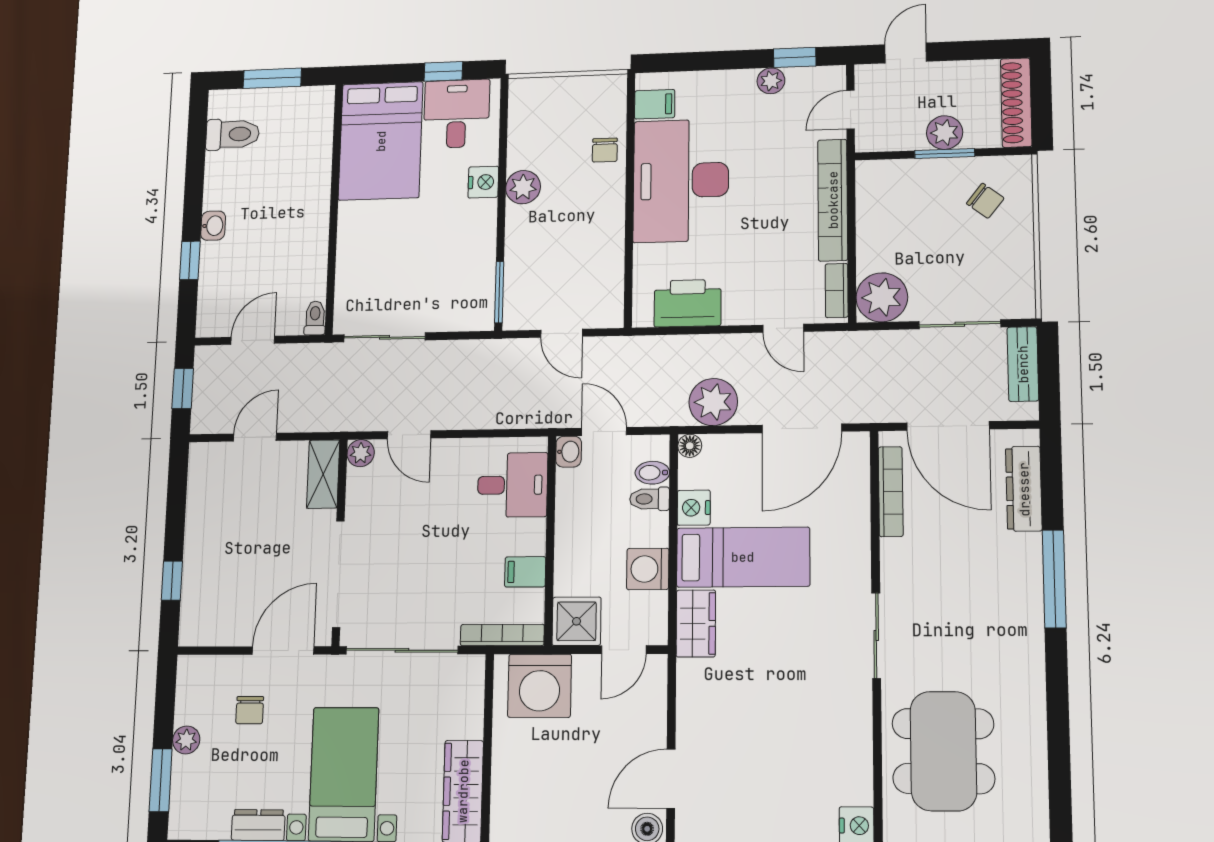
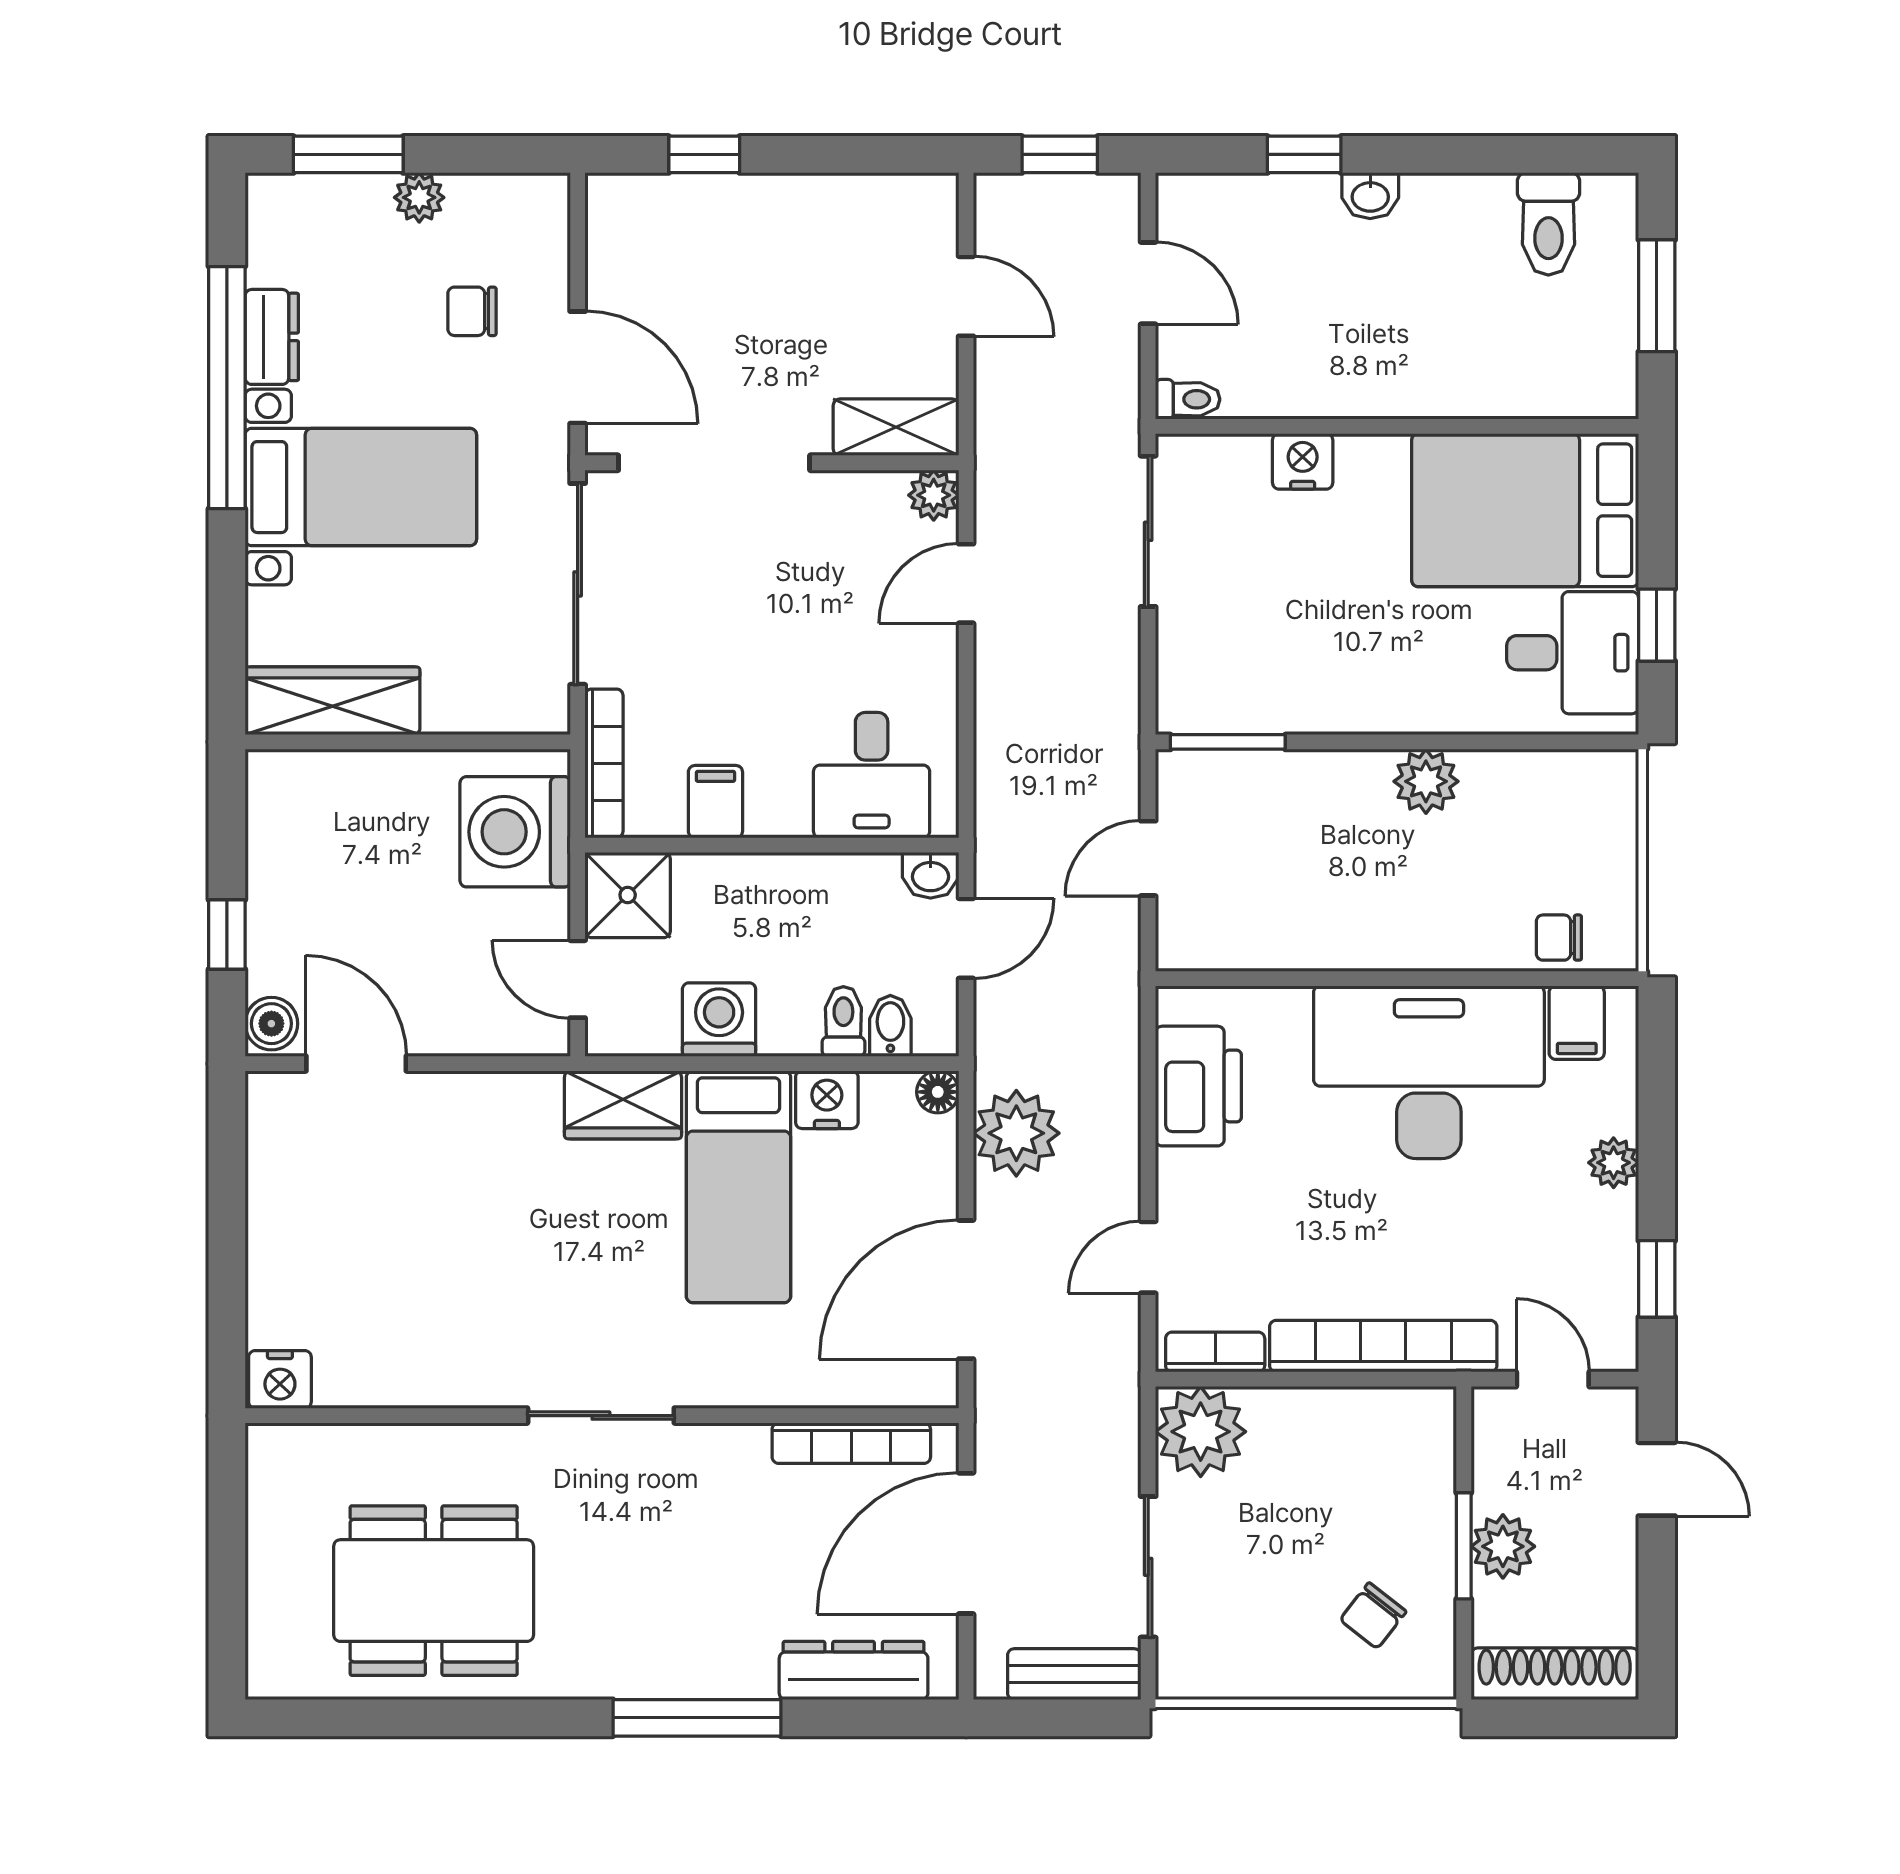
plant: (771, 81) -> (1614, 1163), moved
chair: (605, 150) -> (1559, 938), moved
nightstand: (483, 182) -> (1303, 461), moved, turned 180
door: (802, 428) -> (966, 1290), hinge flipped
dining table: (943, 751) -> (434, 1591), moved

